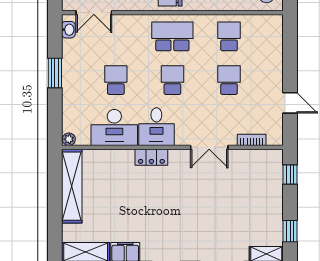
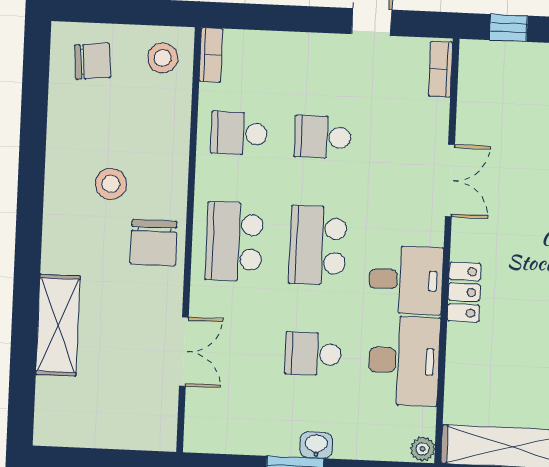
double door: (94, 13) -> (184, 352), moved
bookcase: (269, 20) -> (211, 55), added
washbasin: (68, 30) -> (316, 445), moved
school desk: (172, 80) -> (318, 245), width x1.85
bookcase: (252, 140) -> (441, 69), moved

